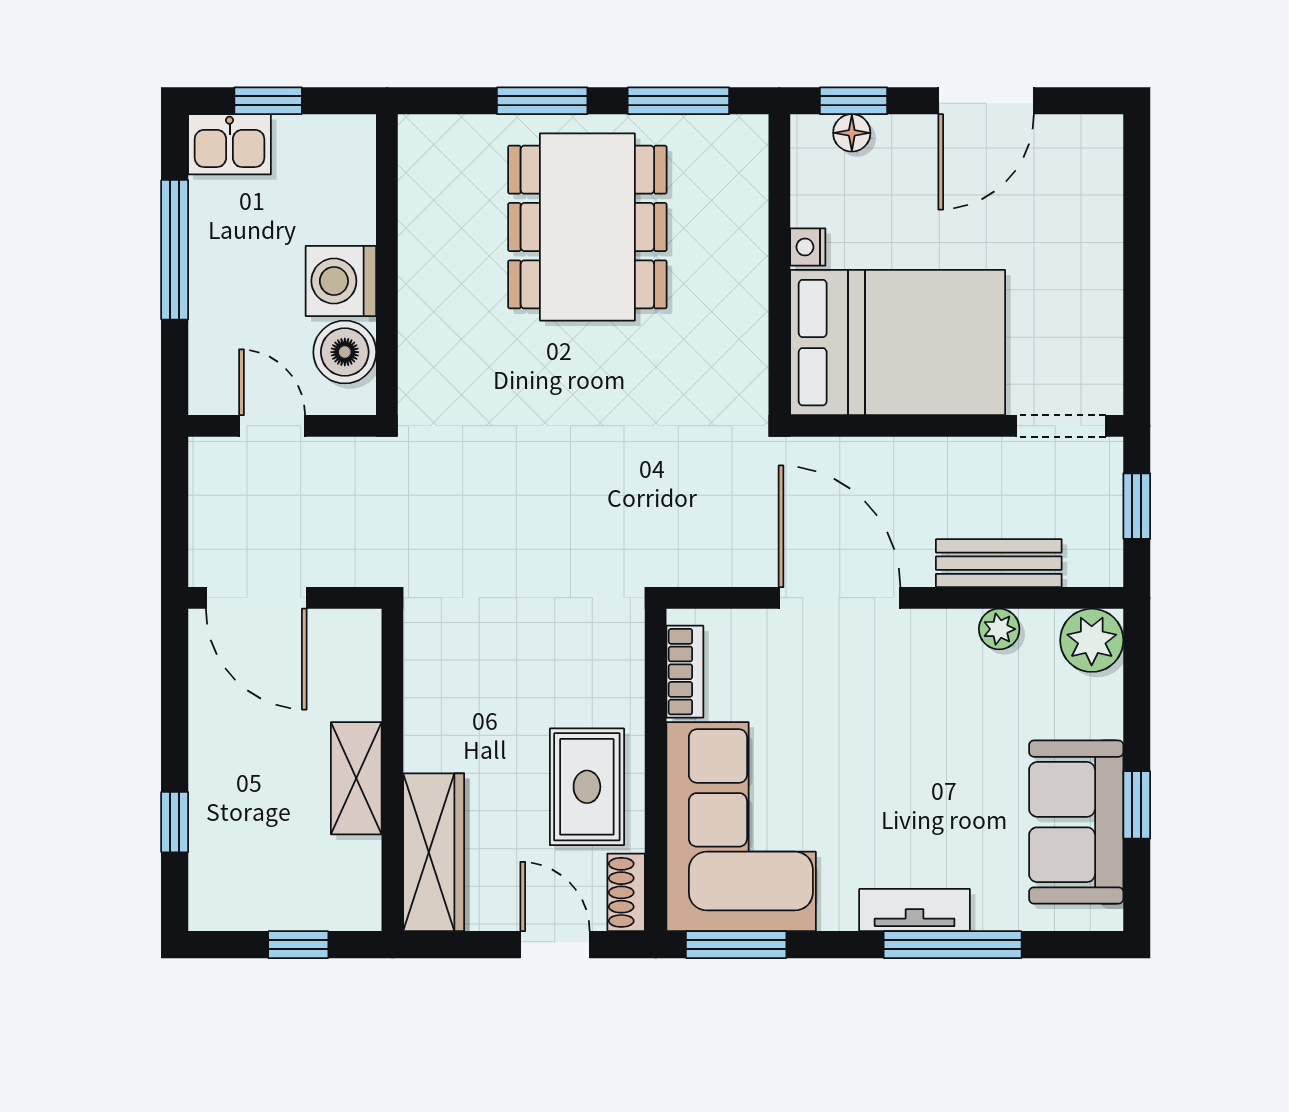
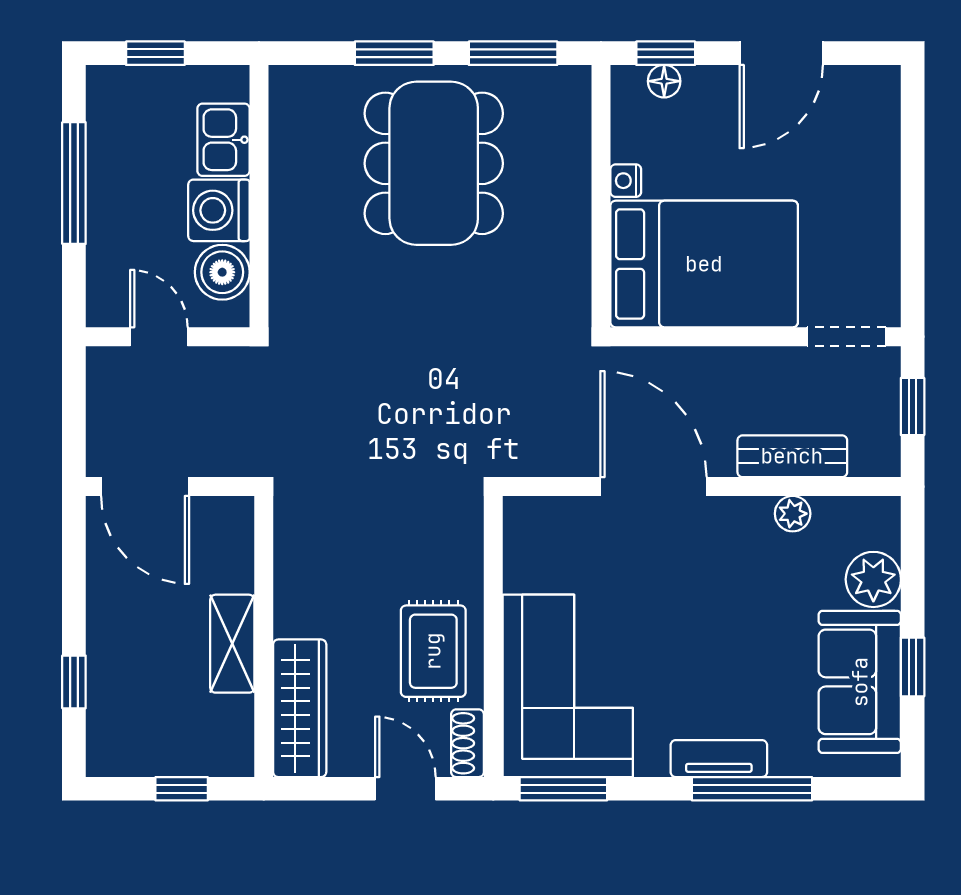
kitchen sink: (230, 144) -> (223, 140), moved, turned 90
plant: (1092, 640) -> (873, 579), moved
bookcase: (685, 672) -> (519, 551), removed

